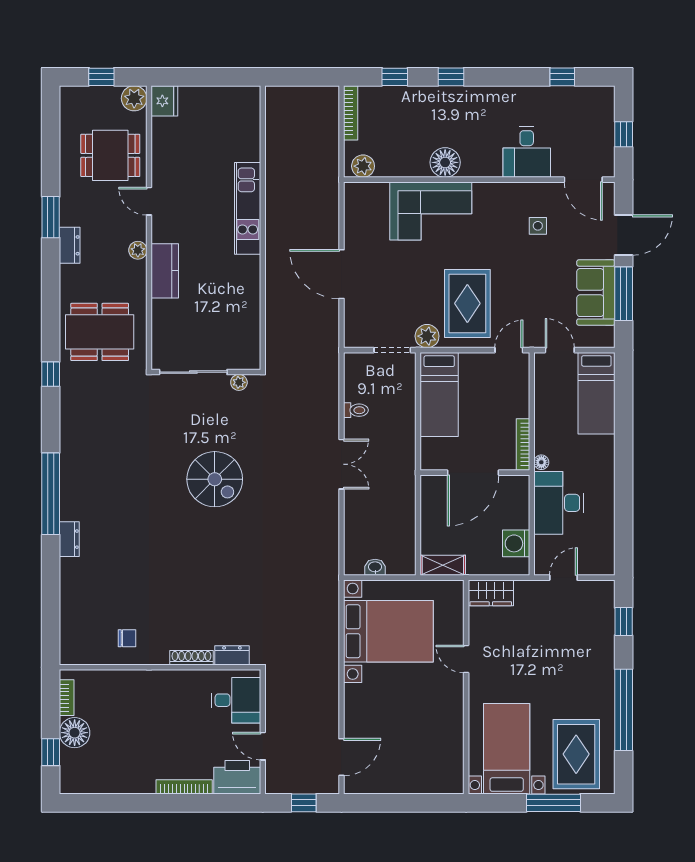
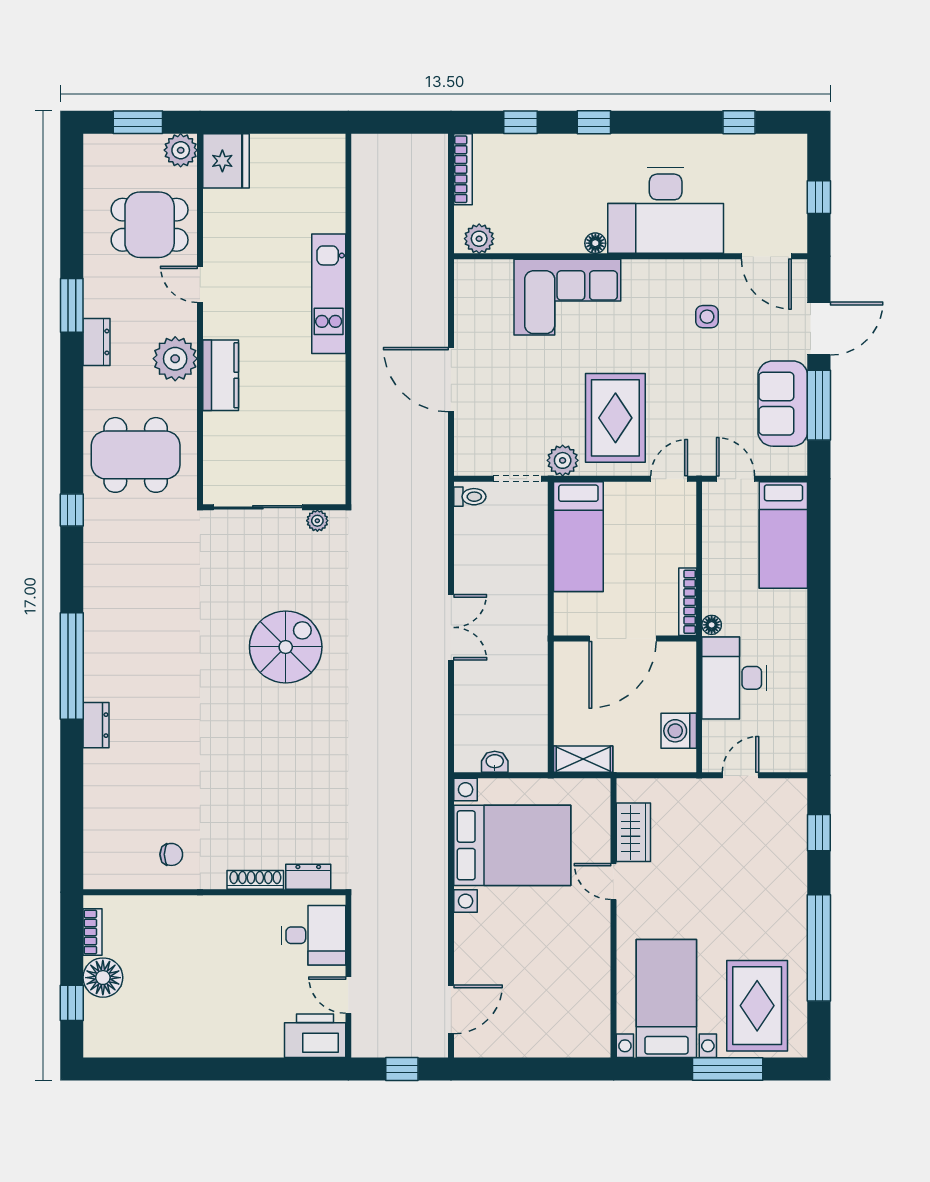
window: (101, 77) -> (138, 122), width x1.50
fridge: (164, 101) -> (226, 161), width x1.36, depth x1.34
desk: (527, 152) -> (666, 210), width x1.87, depth x1.30
floor lamp: (445, 162) -> (595, 243), width x0.53, depth x0.53
plant: (138, 250) -> (175, 359), width x1.88, depth x1.88
toilet: (356, 410) -> (470, 497), moved
spiral stairs: (215, 479) -> (286, 647), turned -90
wardrobe: (491, 593) -> (633, 832), moved, turned -90
bookcase: (184, 787) -> (246, 1048), removed

